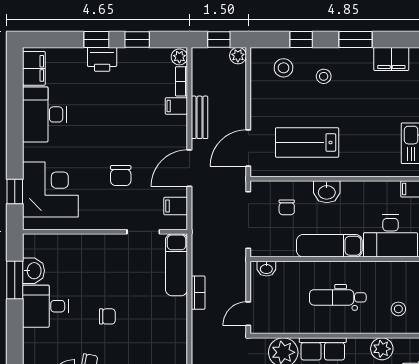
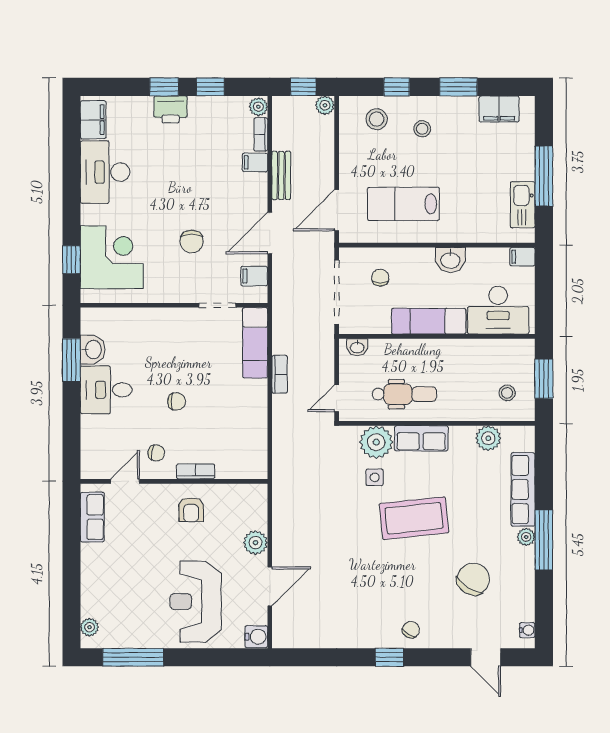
washbasin: (327, 192) -> (450, 260), moved
chair: (287, 207) -> (380, 278), turned 180
dental chair: (338, 297) -> (404, 394), moved, turned 180

